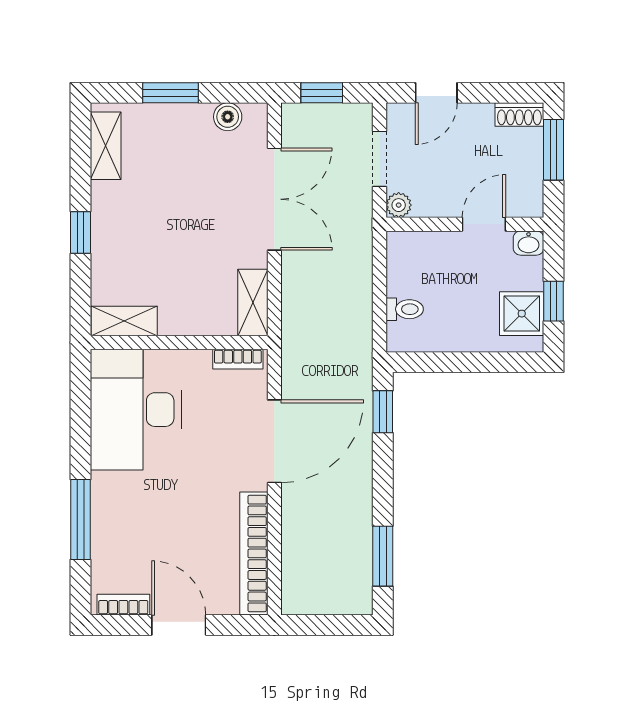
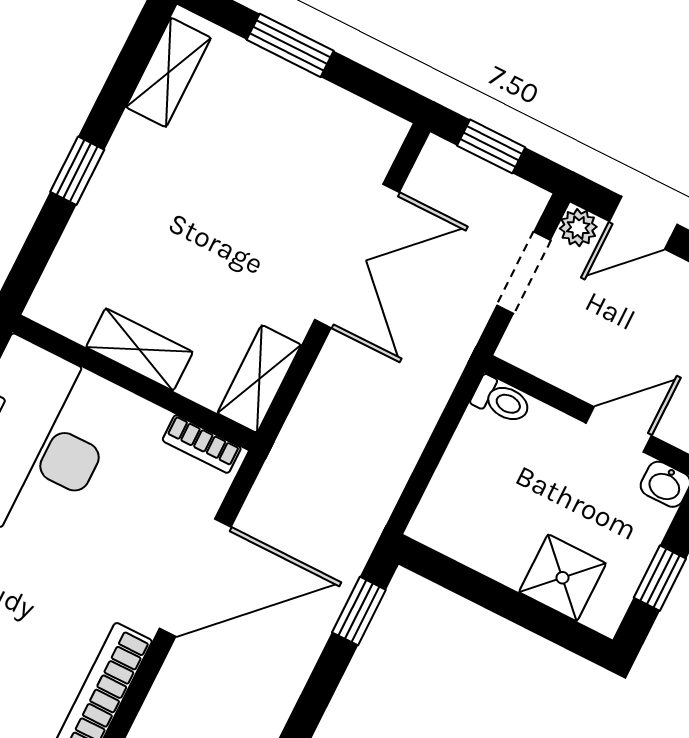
boiler: (228, 117) -> (350, 115), removed
plant: (399, 205) -> (578, 228), moved
toilet: (405, 309) -> (501, 400), moved
shower: (522, 314) -> (562, 578), moved
shelving: (124, 321) -> (139, 350), moved

